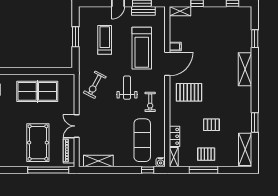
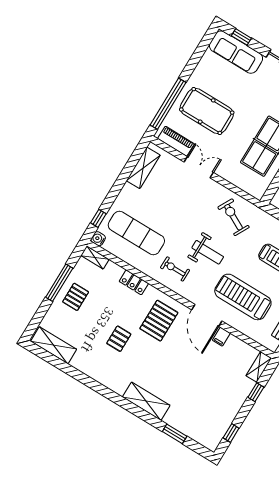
window: (255, 123) -> (78, 375), removed
pallet: (211, 125) -> (119, 339), moved
locker: (175, 136) -> (134, 282), moved

